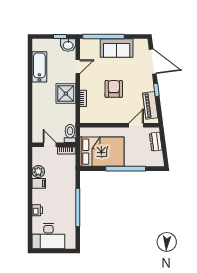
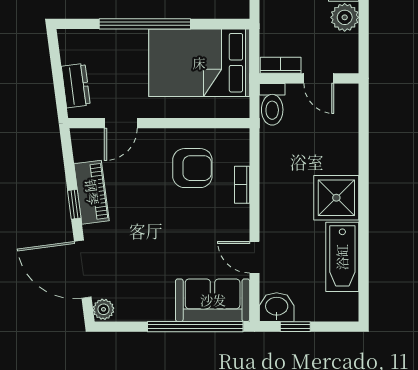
plant: (144, 44) -> (104, 309), added
sofa: (117, 48) -> (213, 300), moved
door: (78, 67) -> (255, 257), hinge flipped
armchair: (114, 89) -> (192, 168), moved, turned -90
shower: (66, 94) -> (336, 198), moved
piano: (150, 105) -> (92, 192), moved

